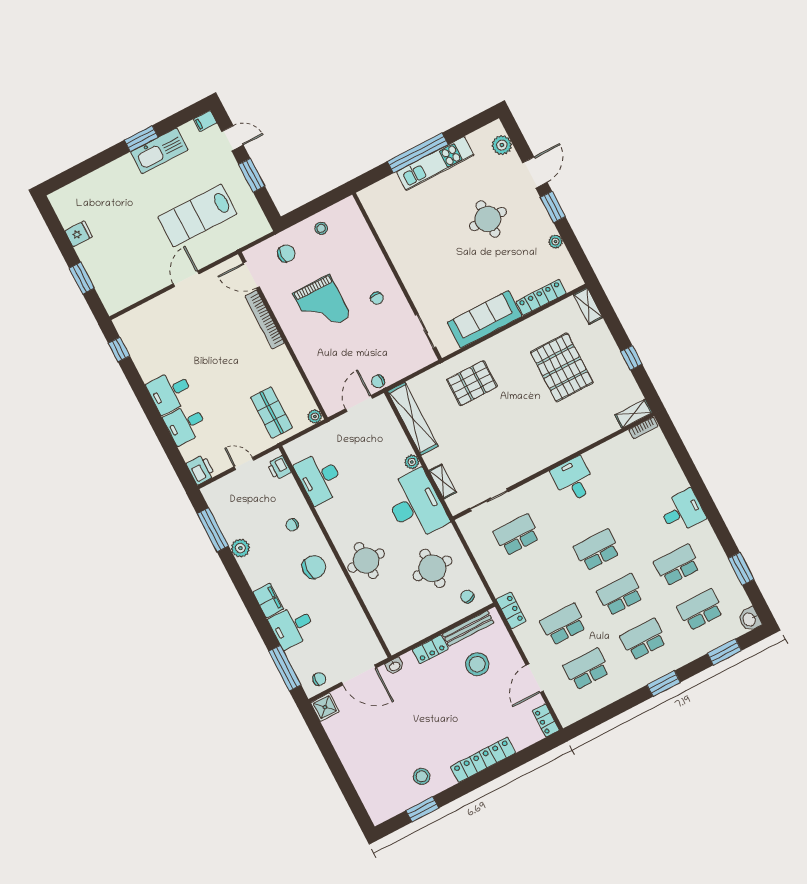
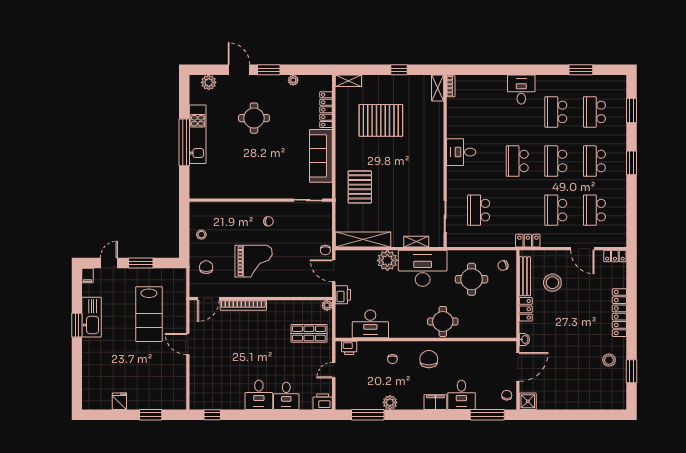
printer: (337, 429) -> (343, 295), added
plant: (412, 462) -> (387, 260), width x1.87, depth x1.87
washbasin: (750, 619) -> (618, 82), removed

